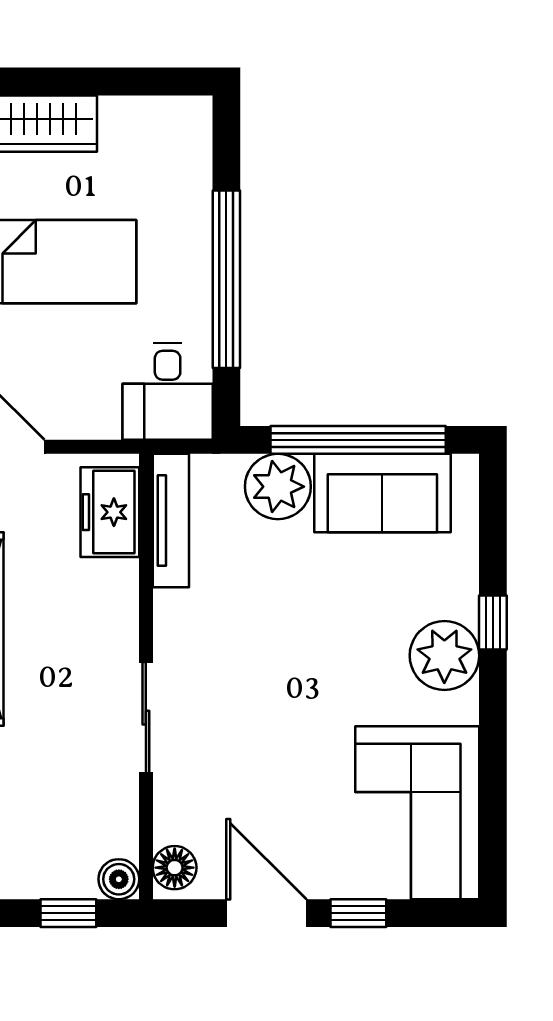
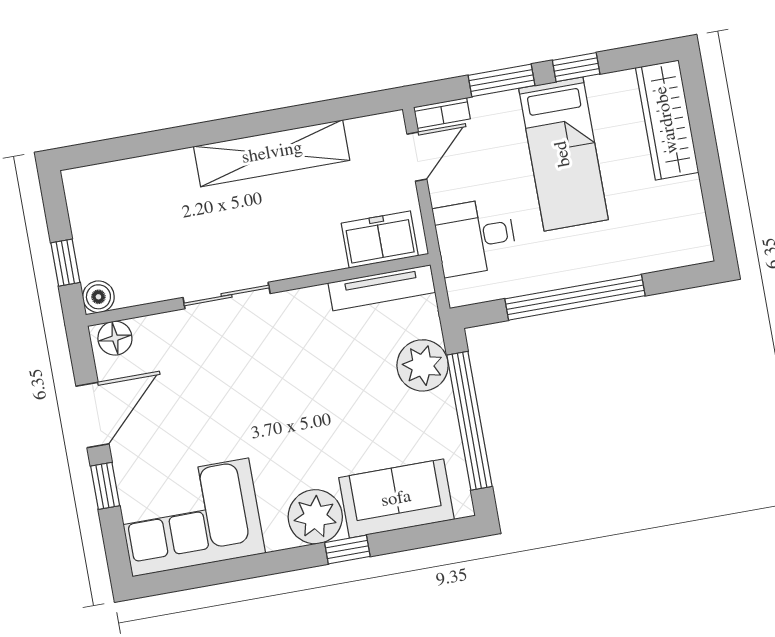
desk: (168, 391) -> (475, 237), moved
sofa: (382, 493) -> (396, 499), moved, turned 90

